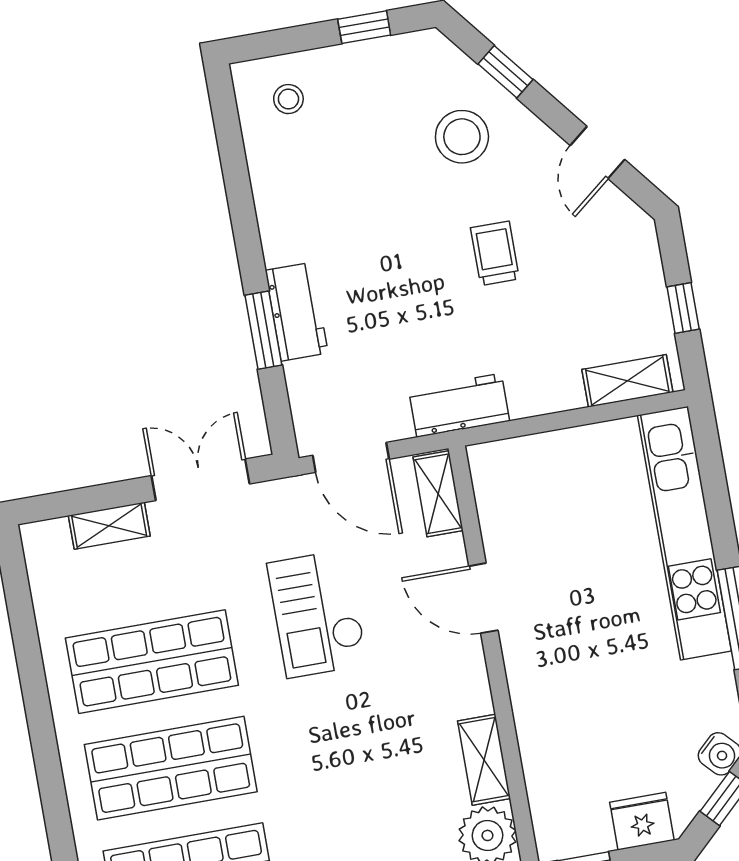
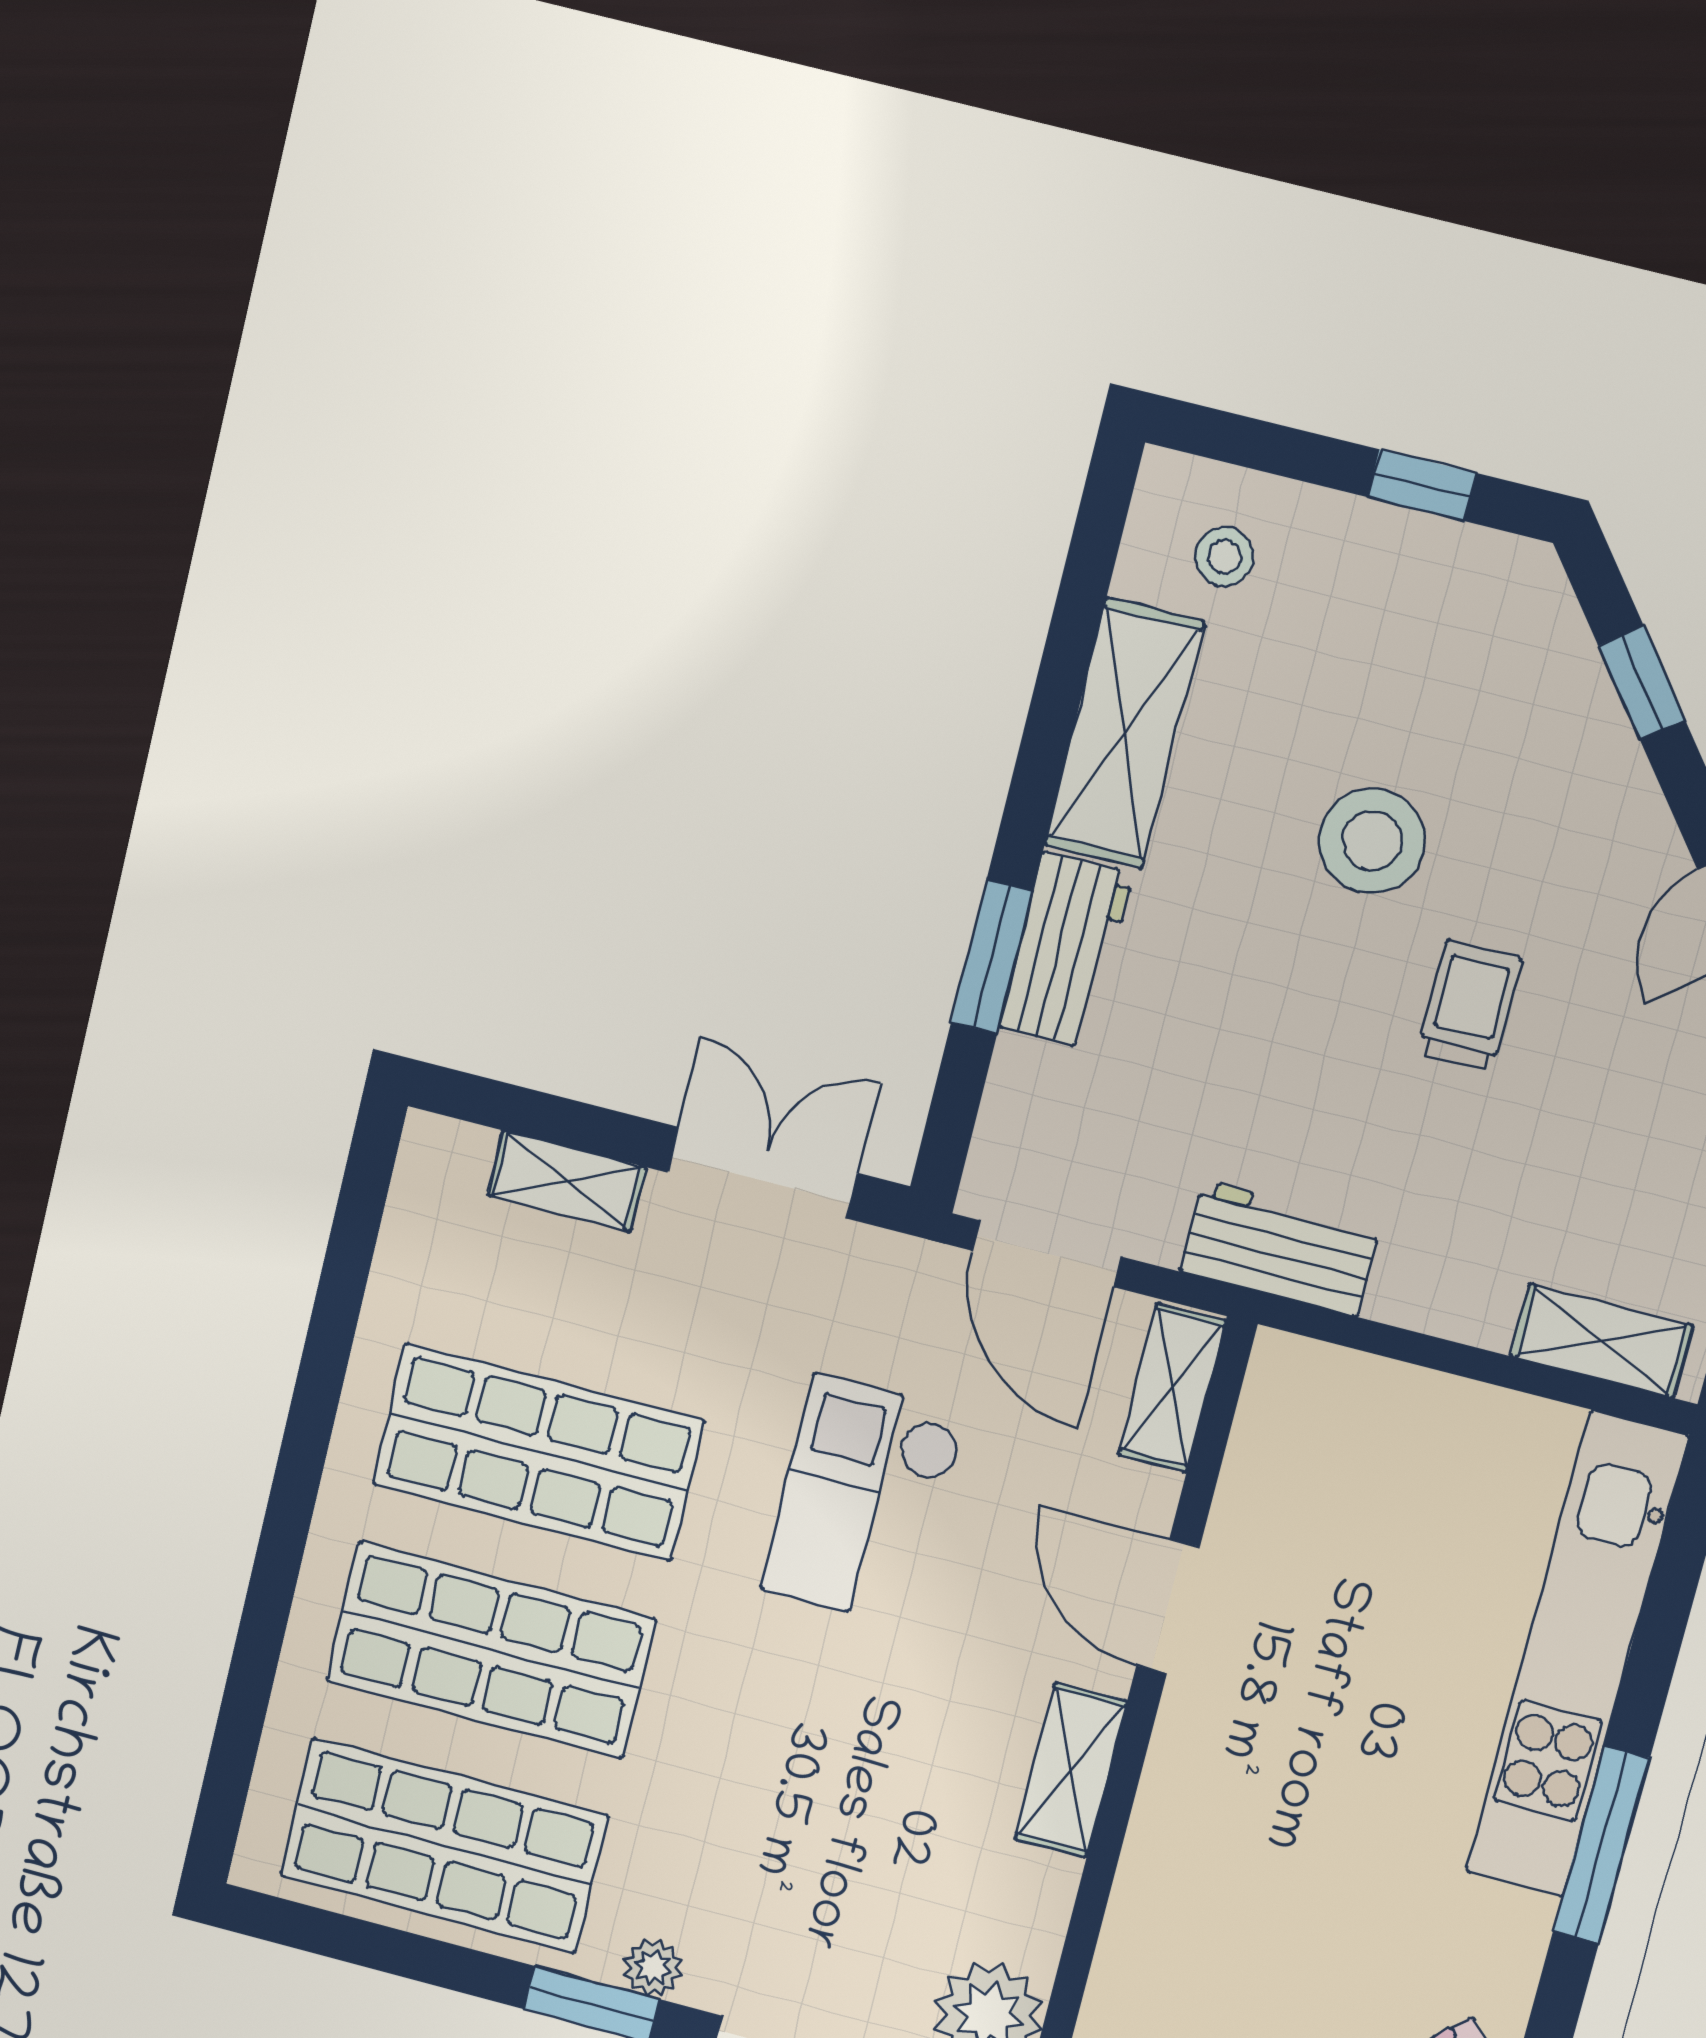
stool: (462, 137) -> (1372, 841), moved
shelving: (279, 200) -> (1124, 733), added
shelving: (484, 760) -> (1071, 1770), moved

